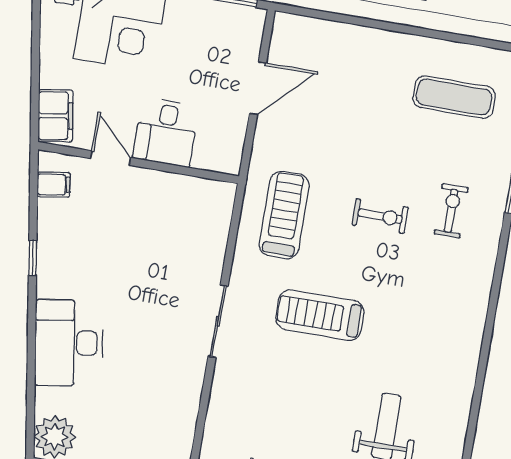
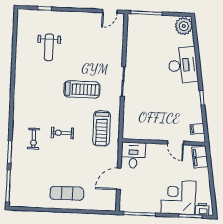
exercise mat: (454, 97) -> (67, 193), moved
desk: (166, 132) -> (133, 155), moved

